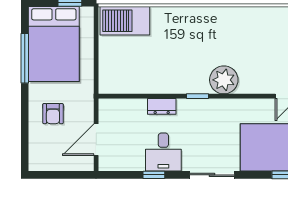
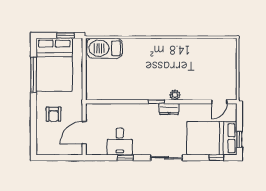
plant: (224, 80) -> (175, 95), width x0.53, depth x0.53
dresser: (162, 106) -> (169, 109), moved
desk: (163, 152) -> (120, 141), moved

